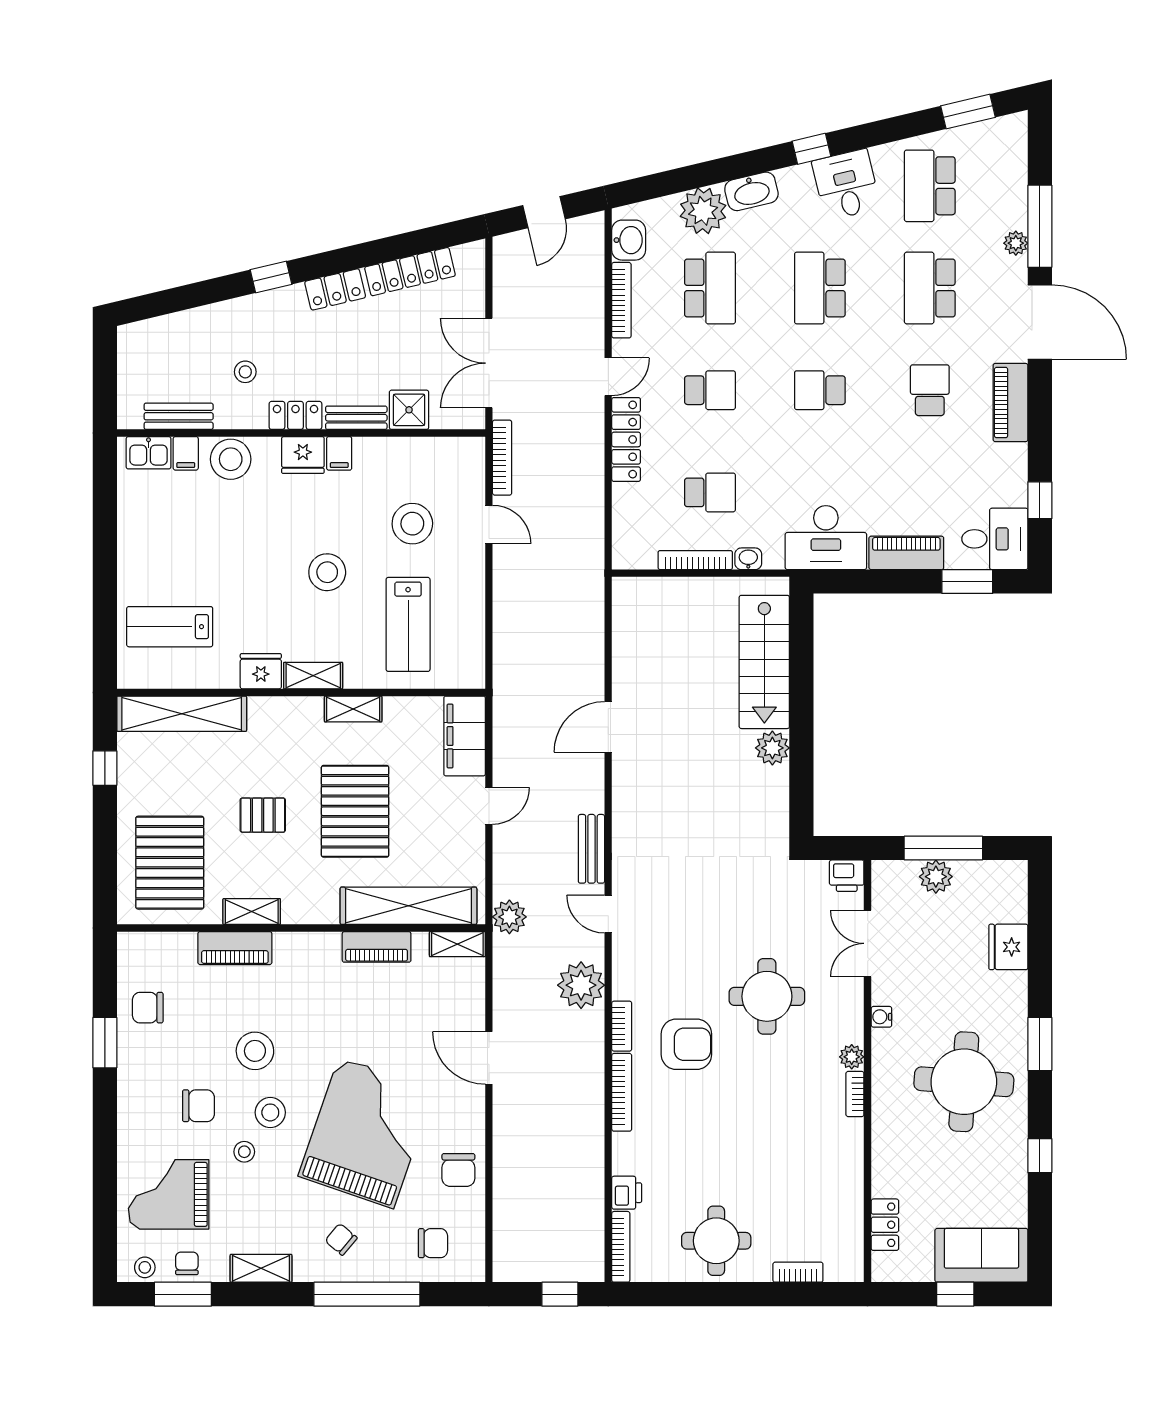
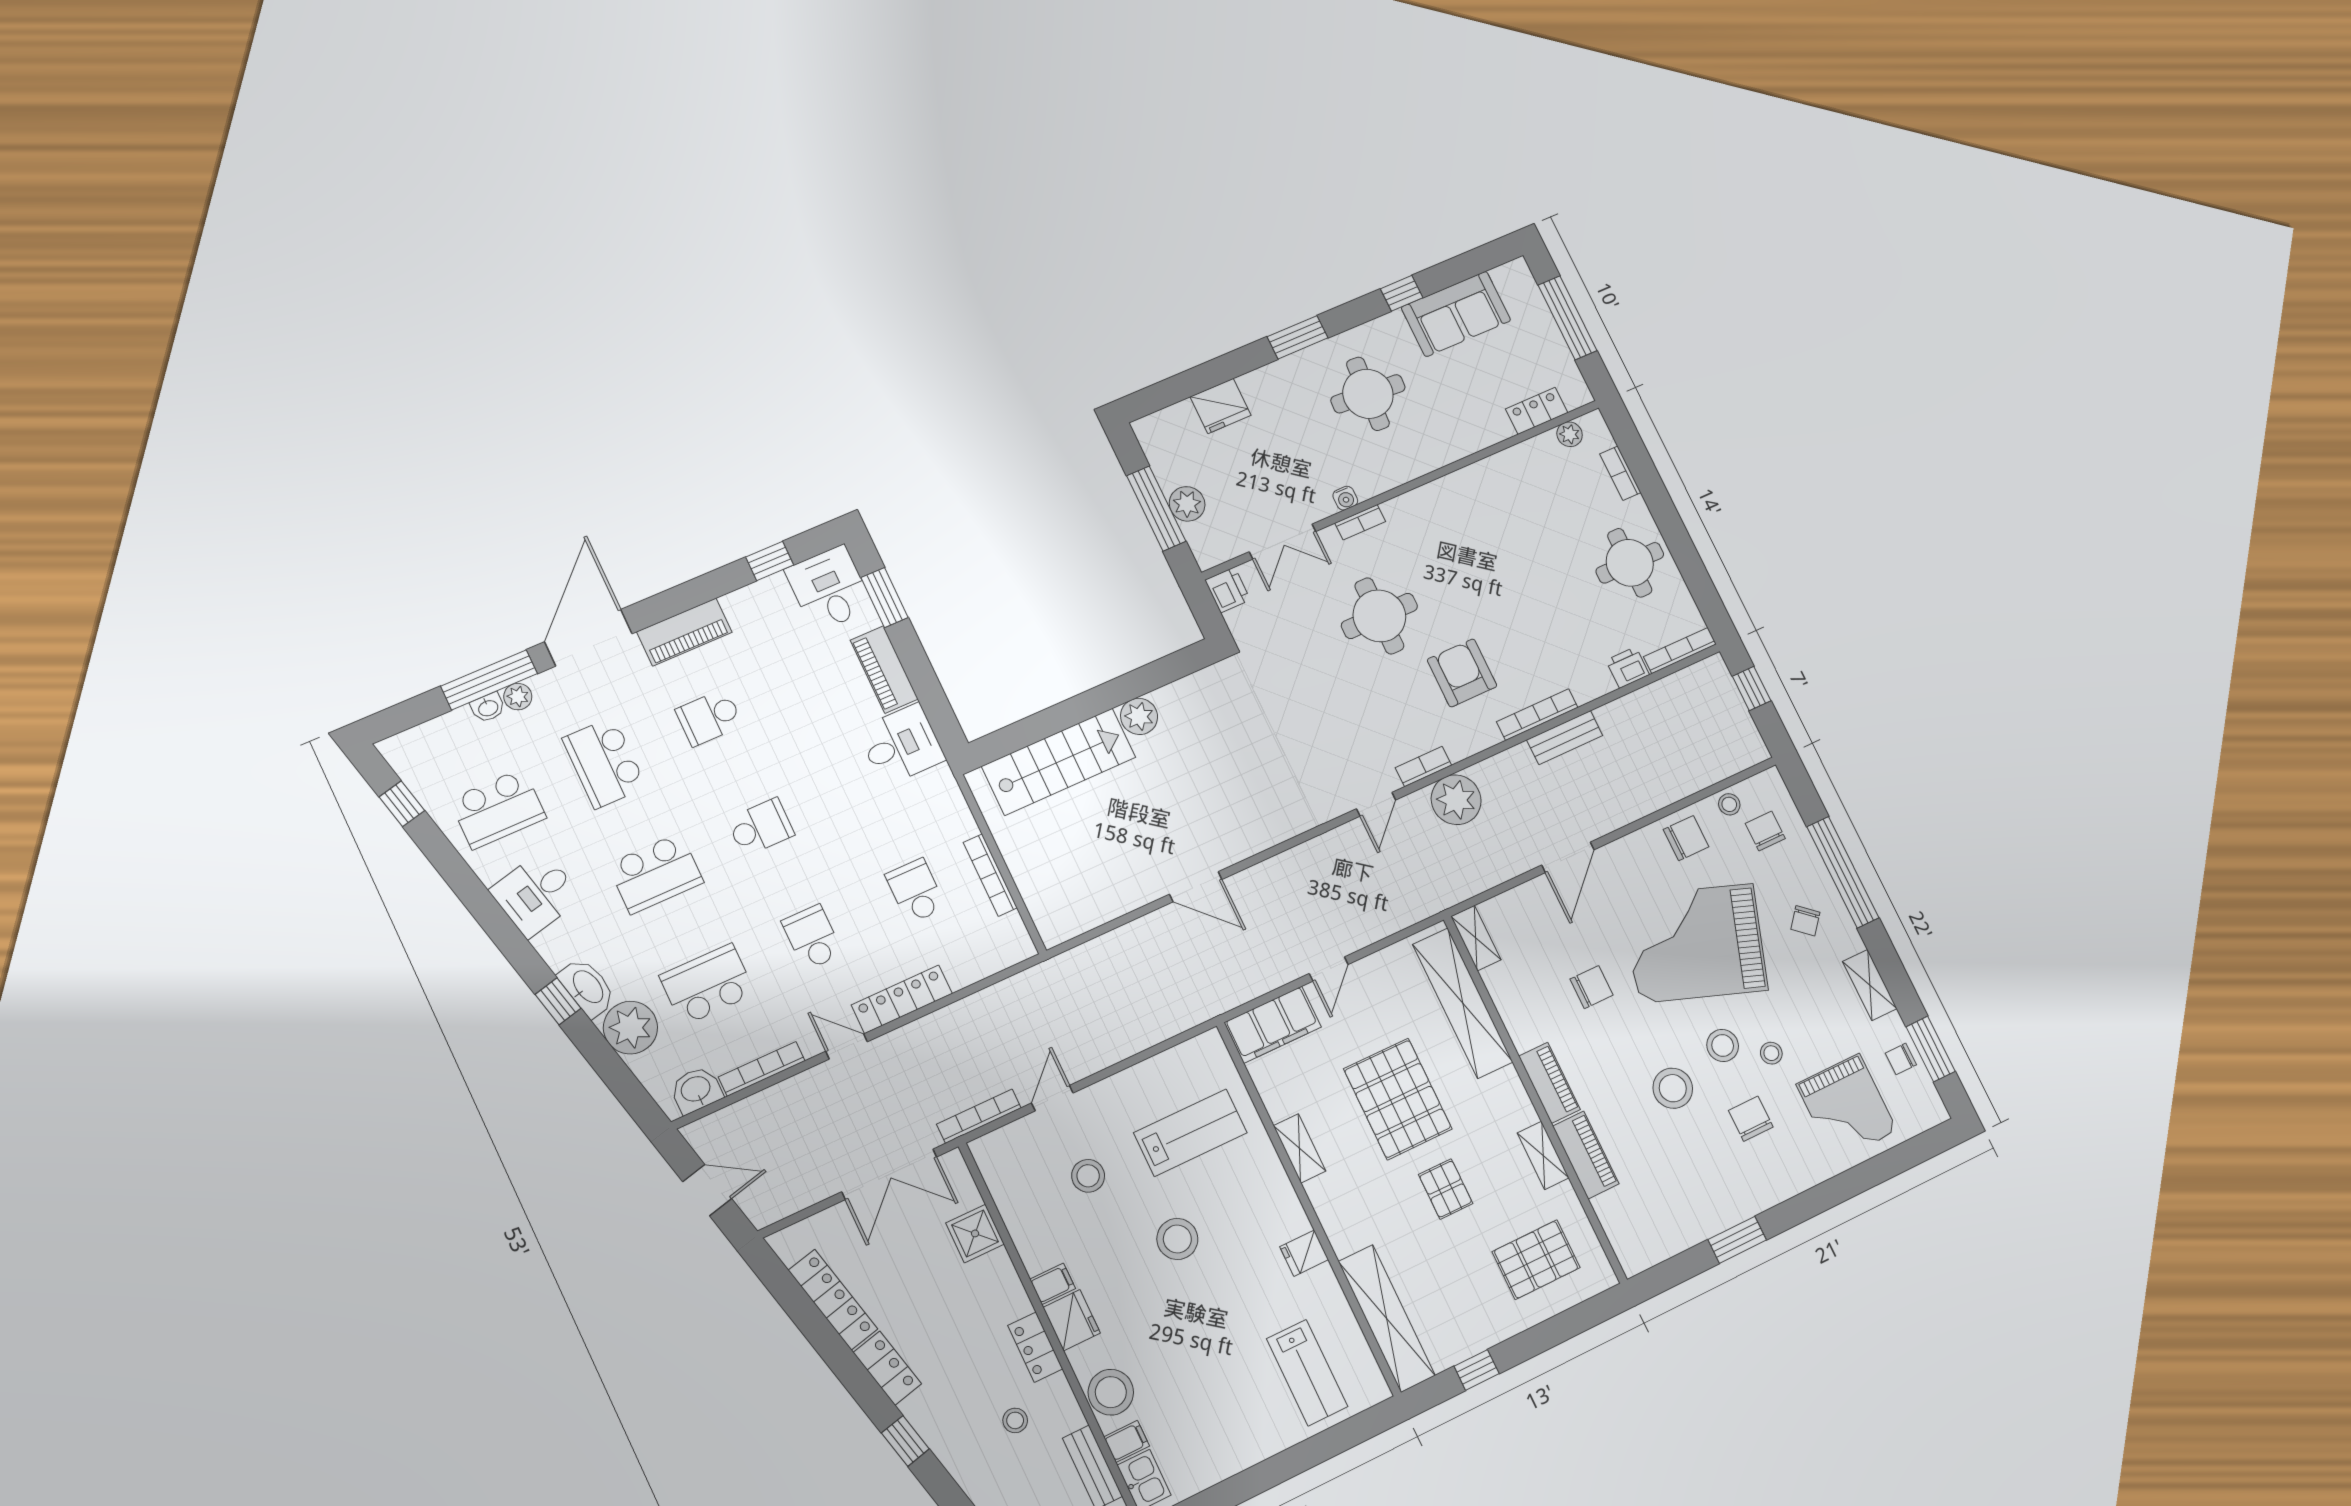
window: (968, 112) -> (402, 804), width x0.67
window: (811, 149) -> (558, 1001), moved
school desk: (930, 288) -> (604, 763), turned 90
school desk: (820, 390) -> (761, 827), turned -90
bench: (356, 418) -> (1008, 1284), removed
stool: (412, 524) -> (1088, 1176), width x0.73, depth x0.73
desk: (826, 538) -> (901, 745), width x0.73
washbasin: (748, 559) -> (488, 708), moved, turned -90
fridge: (261, 671) -> (1304, 1253), width x0.72
shelving: (313, 676) -> (1286, 1204), removed
door: (489, 806) -> (1329, 969), swing flipped
pallet: (355, 811) -> (1398, 1099), turned 90
bench: (591, 849) -> (1565, 738), moved
pallet: (170, 863) -> (1536, 1260), width x0.73, depth x0.71
plant: (509, 917) -> (1425, 899), removed
piano: (377, 947) -> (1549, 1083), moved
chair: (148, 1008) -> (1592, 987), moved, turned -90
bookcase: (622, 1026) -> (1423, 767), moved
plant: (852, 1057) -> (1570, 434), moved
round table: (964, 1082) -> (1368, 394), width x0.73, depth x0.73
bookcase: (855, 1094) -> (1360, 522), moved
sofa: (981, 1255) -> (1456, 314), moved, turned -90
stool: (145, 1267) -> (1729, 804), moved
window: (955, 1294) -> (1567, 318), width x2.17

